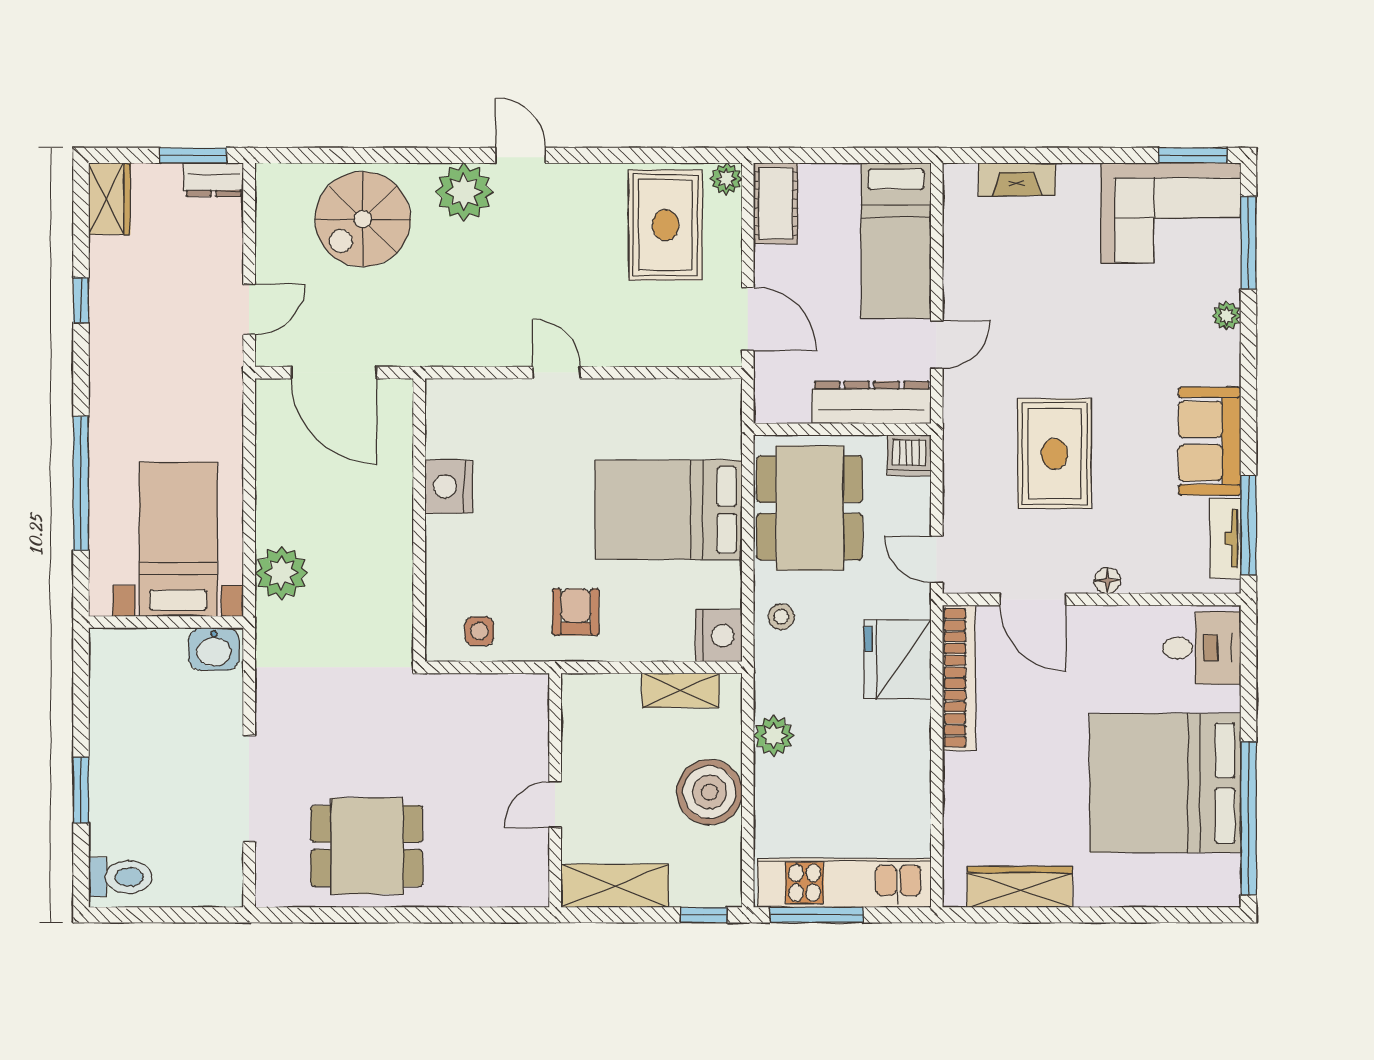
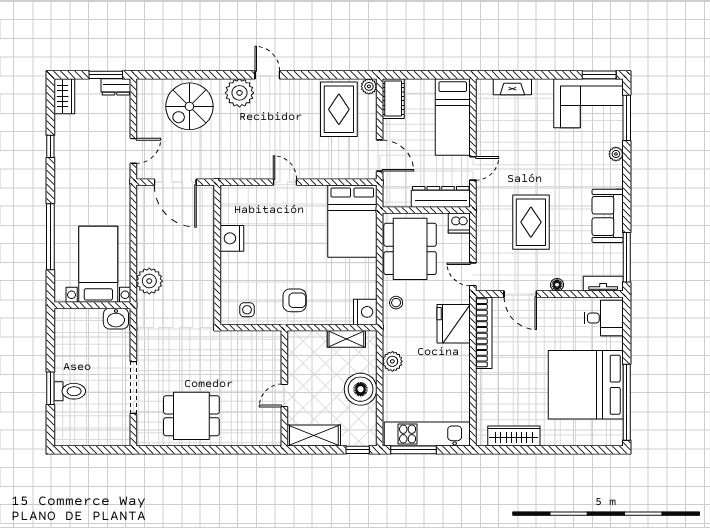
bed: (669, 510) -> (352, 221), moved, turned -90
tv unit: (1226, 538) -> (603, 284), moved, turned 90
armchair: (576, 612) -> (295, 300), turned 90
toilet: (120, 877) -> (70, 391), moved

